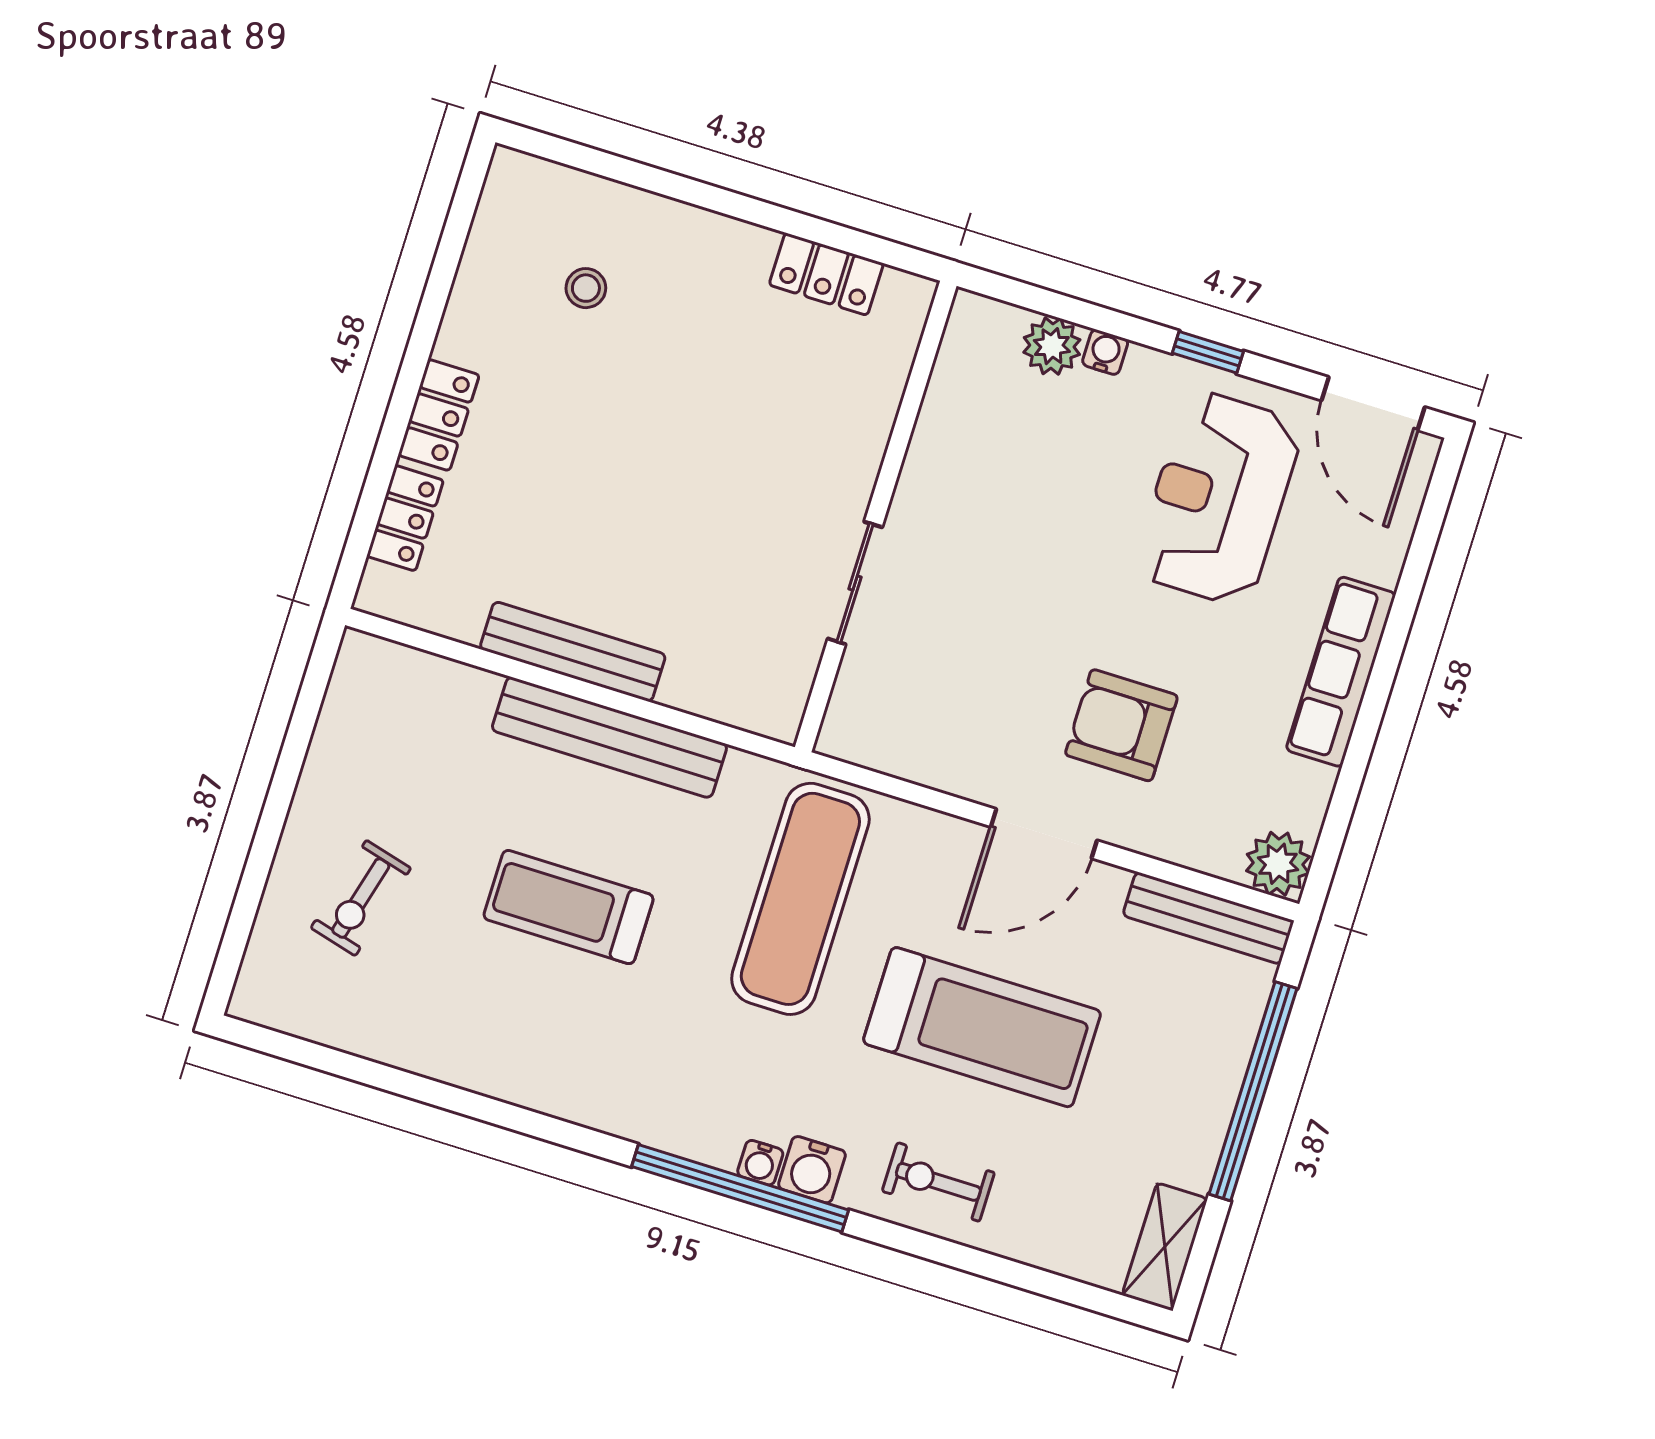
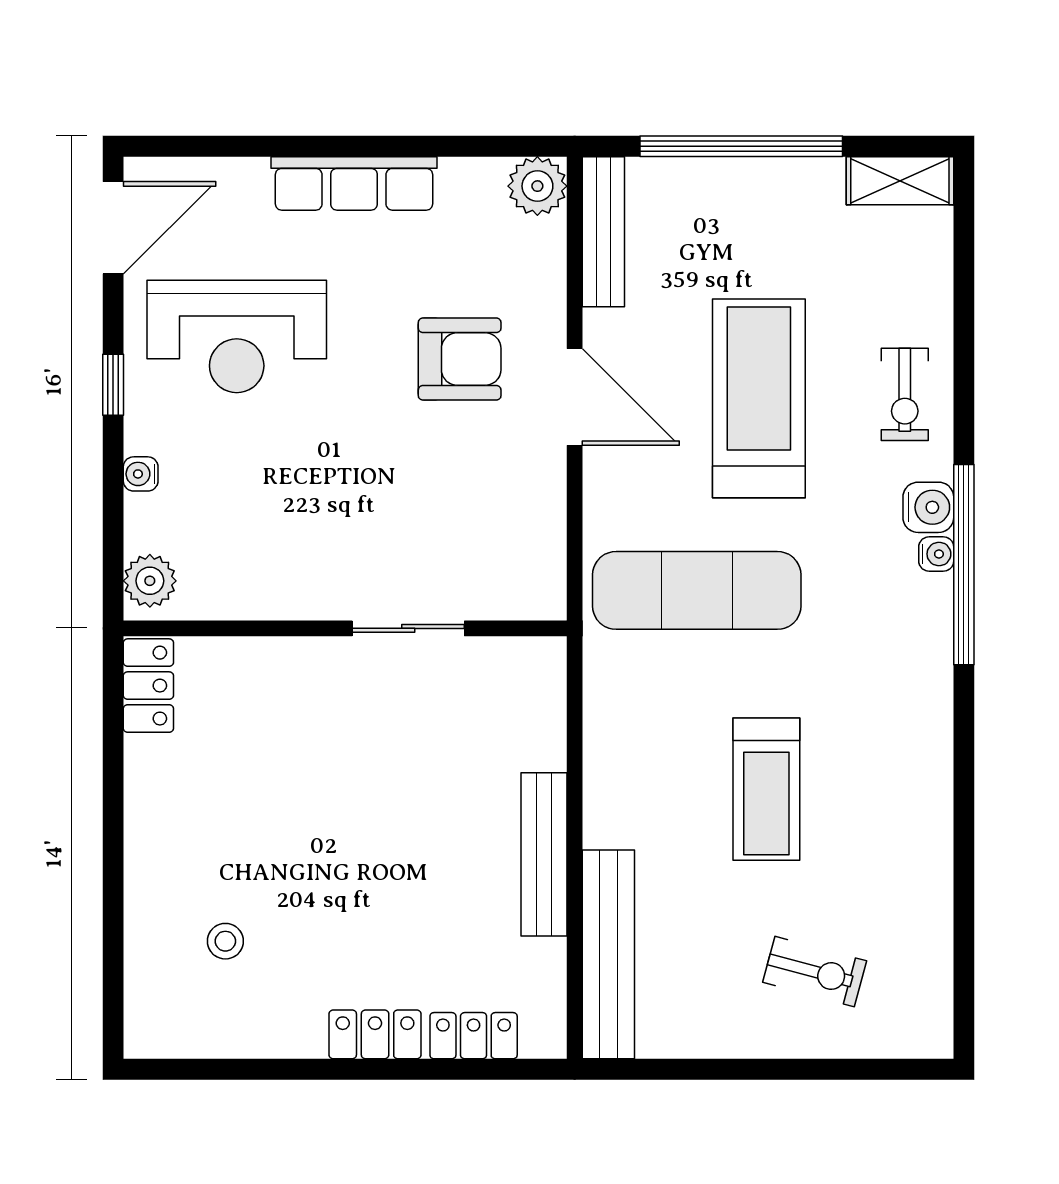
locker: (826, 274) -> (148, 686), moved
plant: (1052, 346) -> (150, 581), moved
armchair: (1121, 725) -> (460, 359), turned -90
bench: (609, 737) -> (608, 954), moved

